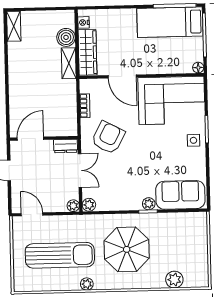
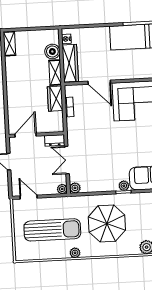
wardrobe: (68, 95) -> (55, 99), added
armchair: (108, 138) -> (89, 132), removed
double door: (80, 171) -> (67, 160), swing flipped

